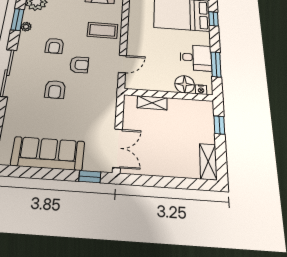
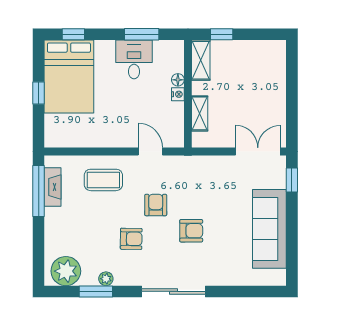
coffee table: (102, 30) -> (103, 180), turned 90
floor lamp: (185, 84) -> (178, 80), width x0.53, depth x0.53
nightstand: (201, 90) -> (178, 94), moved
shelving: (208, 162) -> (201, 60), moved, turned 90

